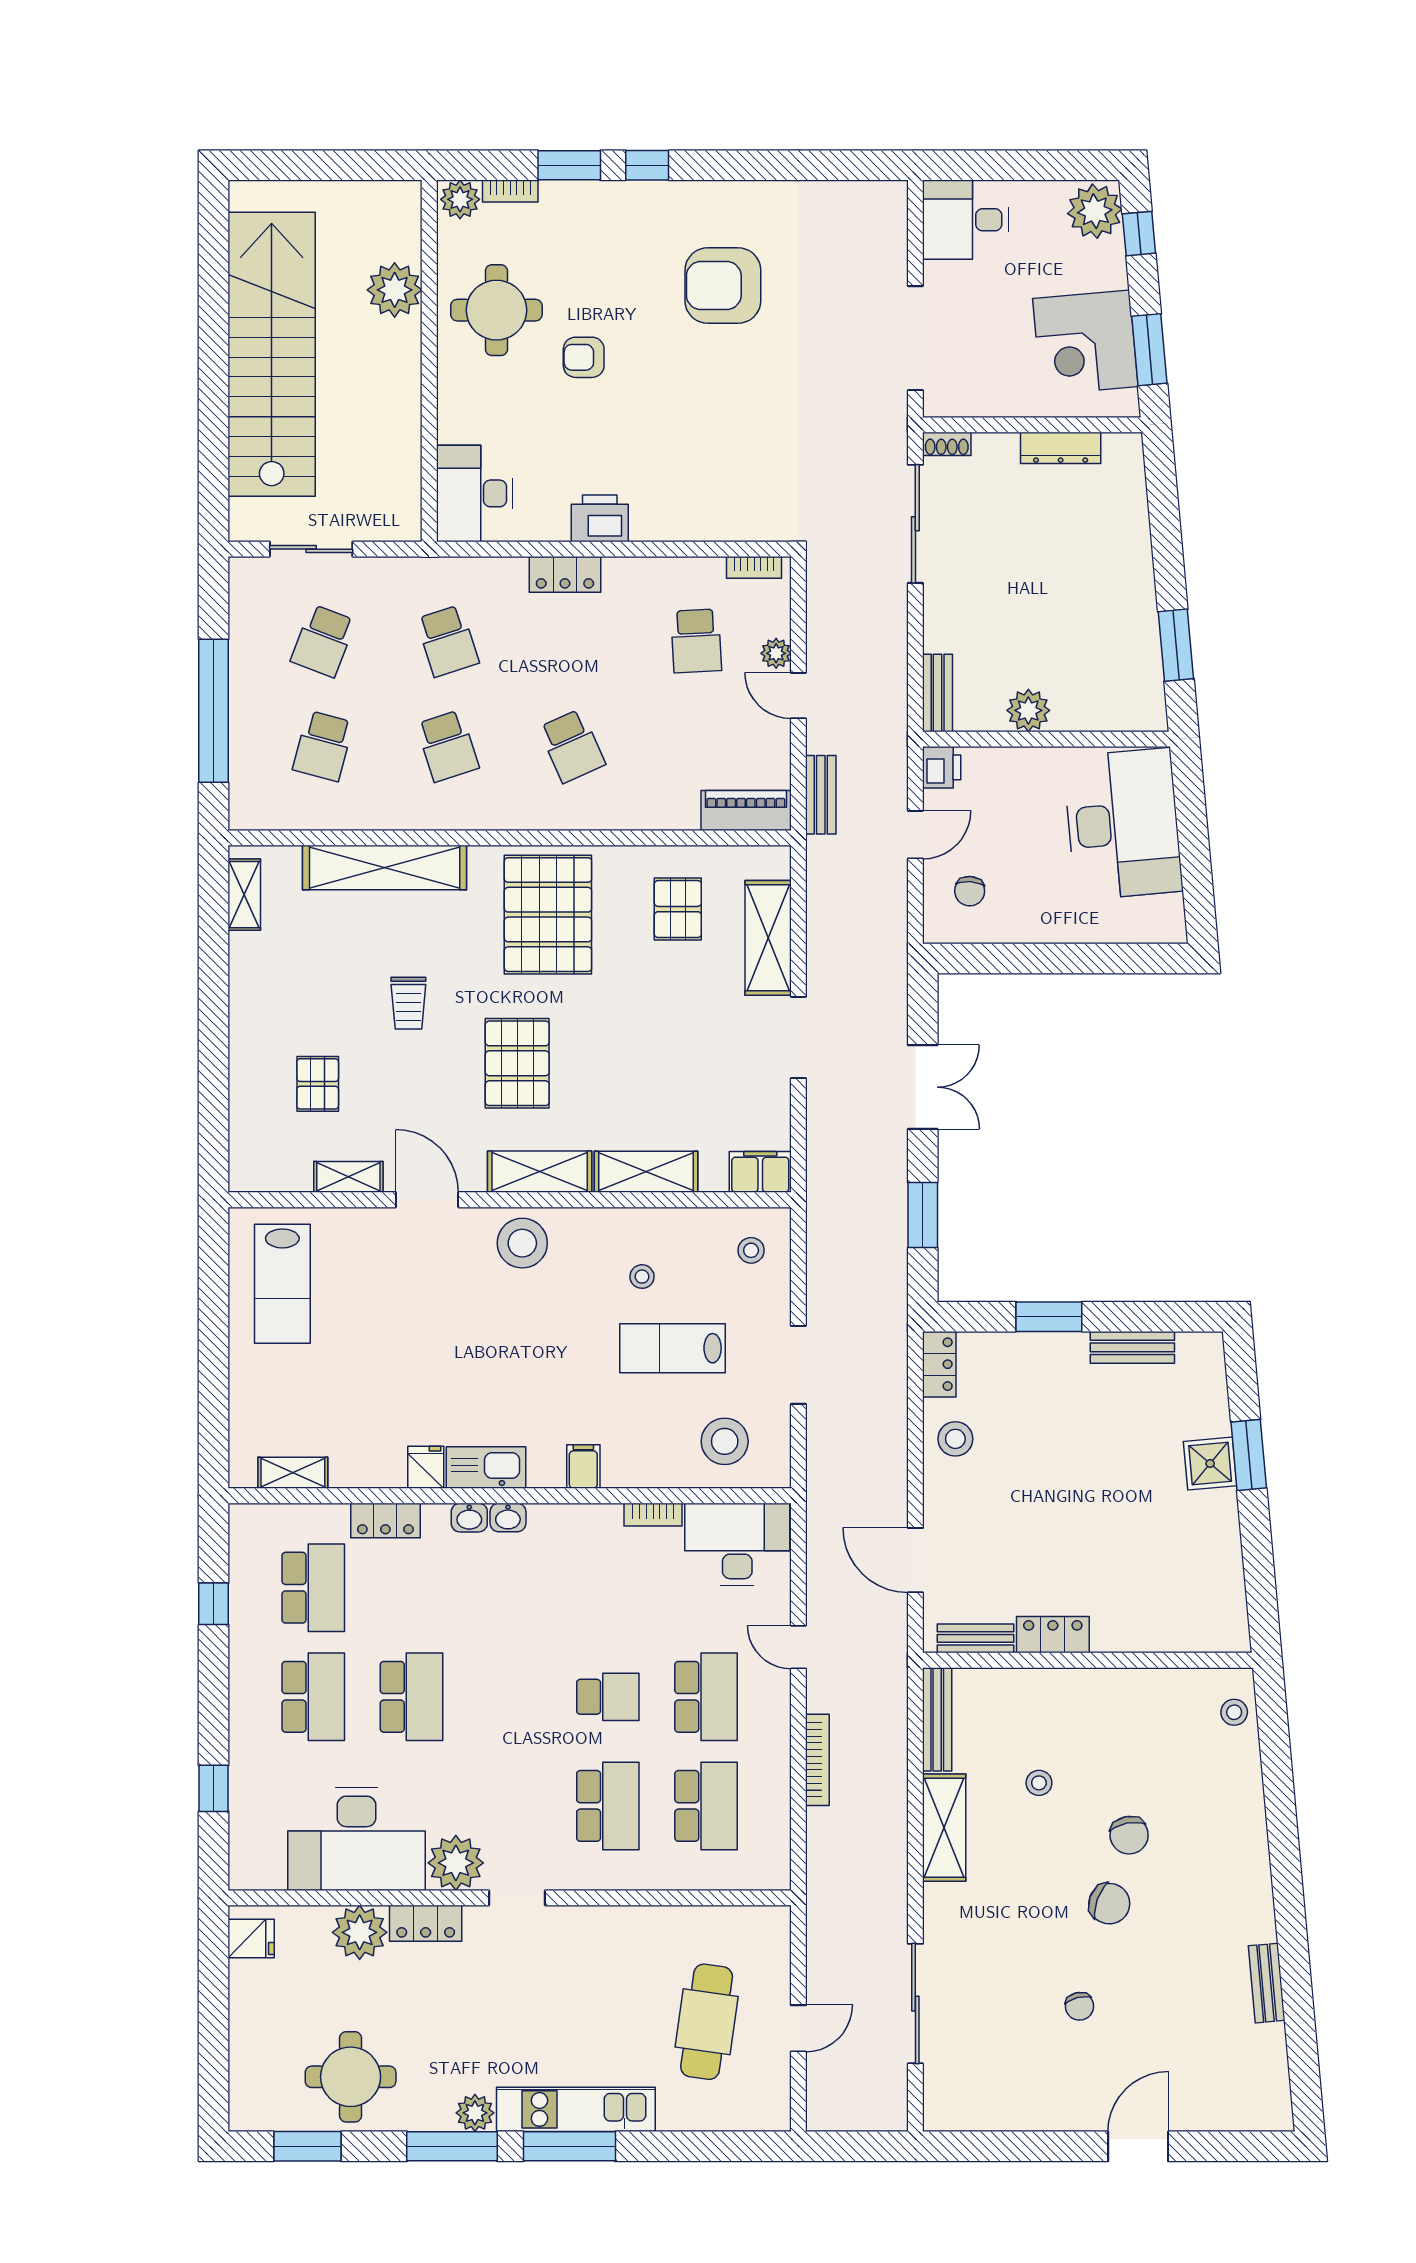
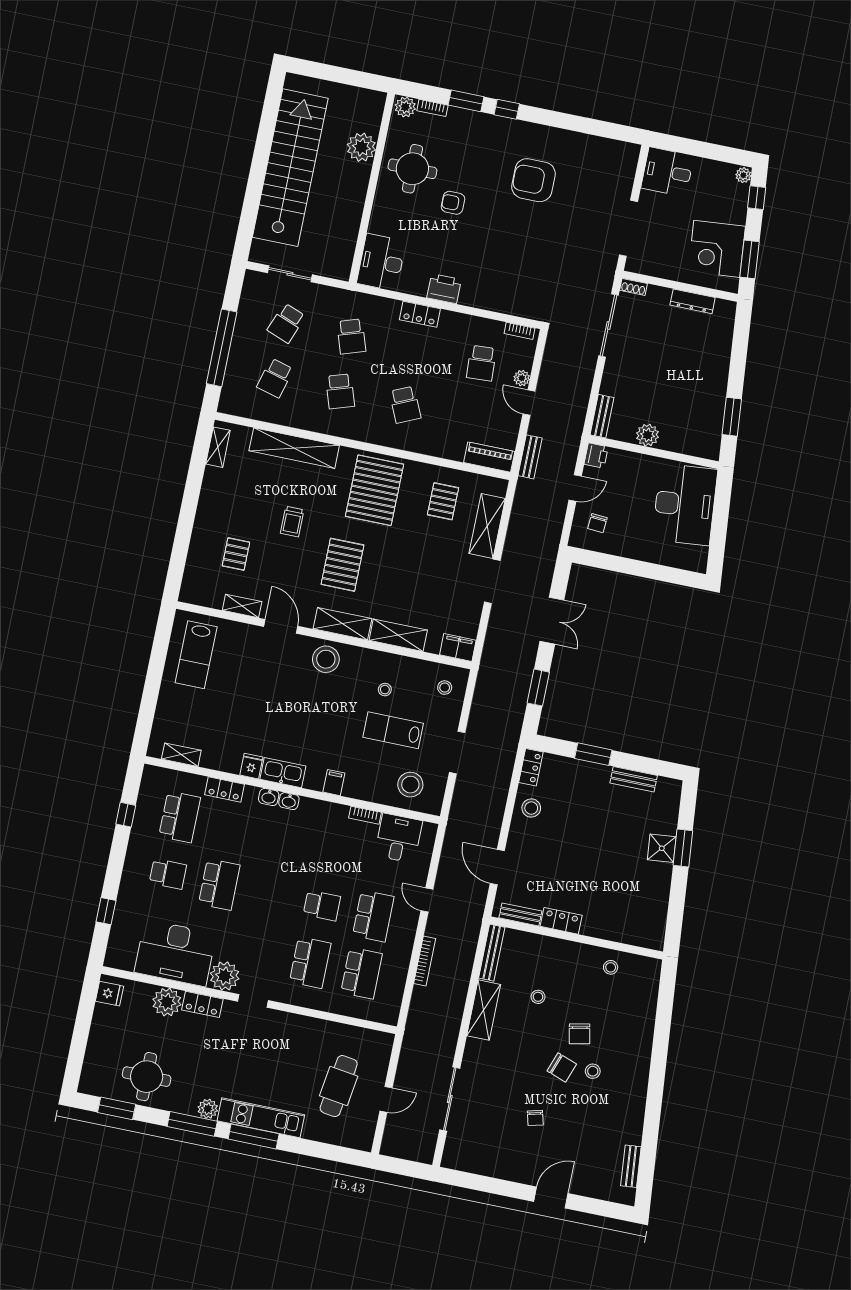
plant: (1095, 211) -> (743, 175), width x0.53, depth x0.53
desk: (737, 1544) -> (398, 838), width x0.73
school desk: (313, 1697) -> (168, 874), width x0.54
stool: (1234, 1712) -> (611, 967), moved
stool: (1167, 1899) -> (593, 1071), added
bench: (1267, 1983) -> (631, 1166), moved

